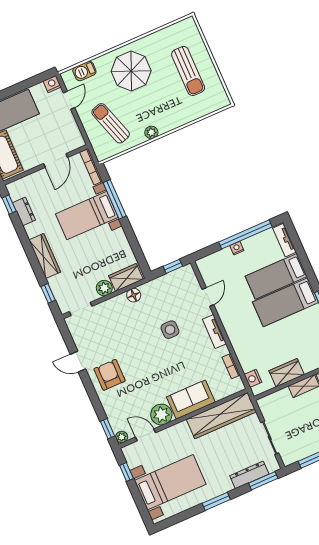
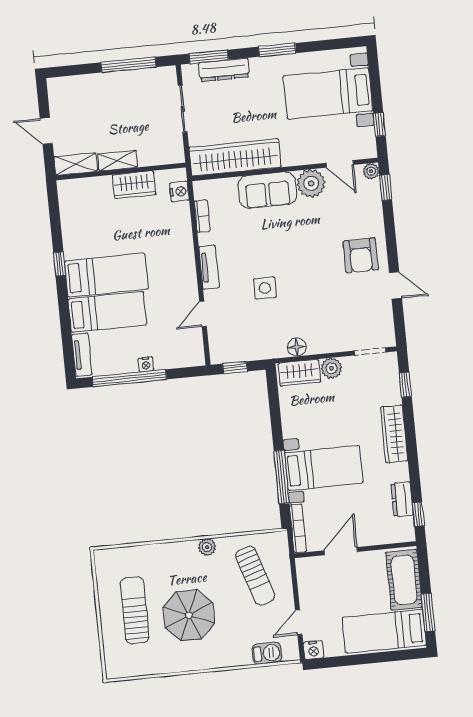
parasol: (131, 71) -> (189, 615), moved

